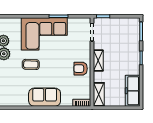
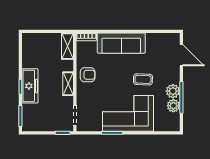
freezer: (133, 91) -> (30, 86), moved
sofa: (45, 97) -> (121, 43), width x1.36

